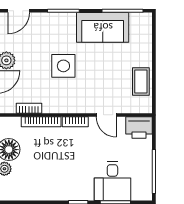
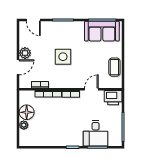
door: (19, 11) -> (33, 20), hinge flipped
sofa: (103, 27) -> (102, 31), moved
door: (106, 115) -> (91, 89), swing flipped

